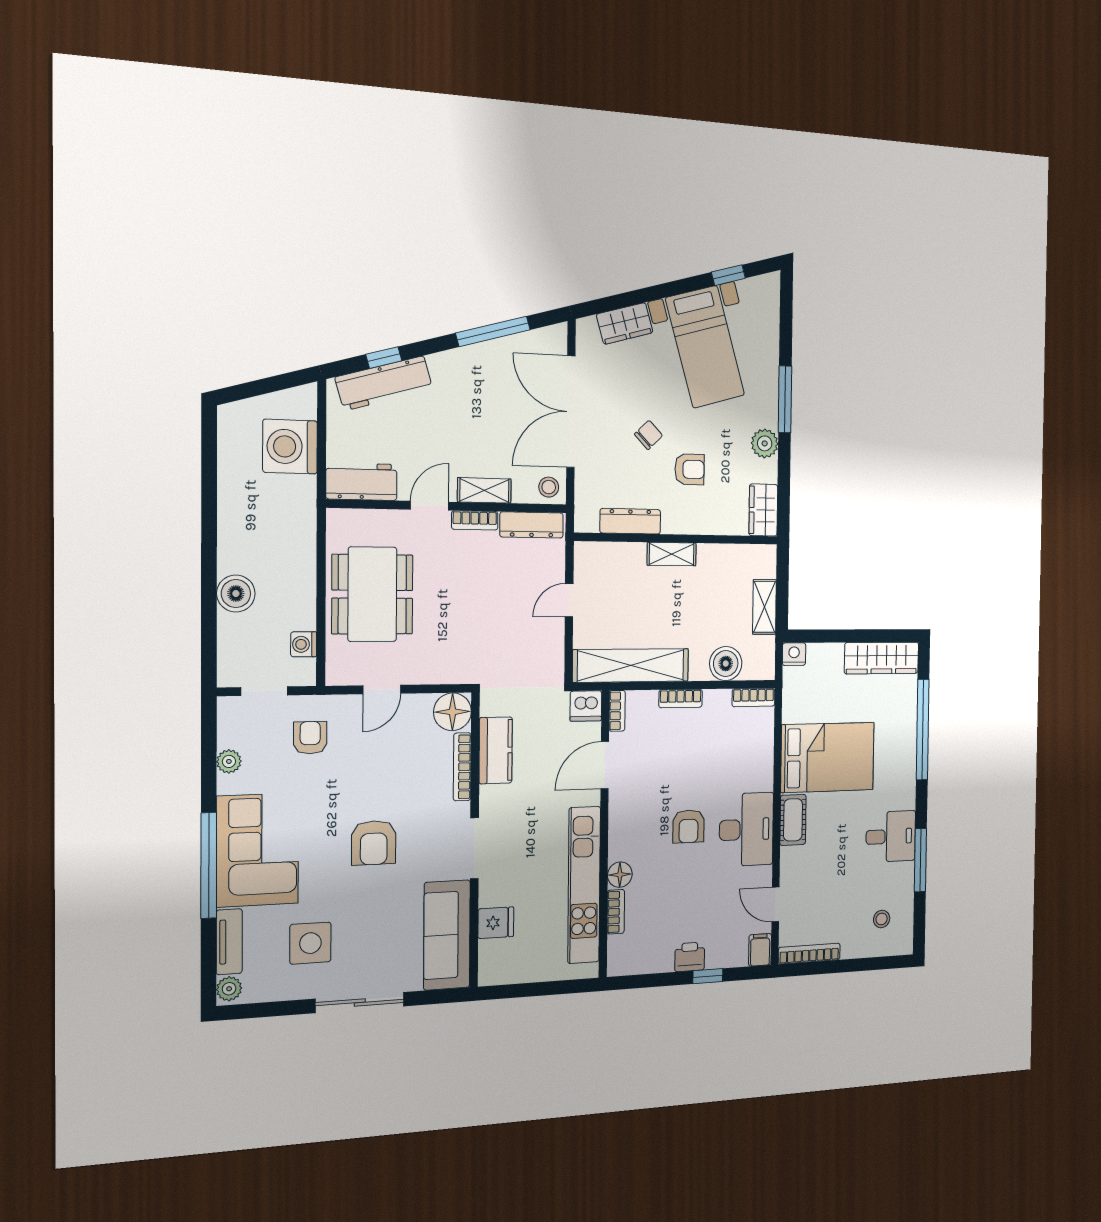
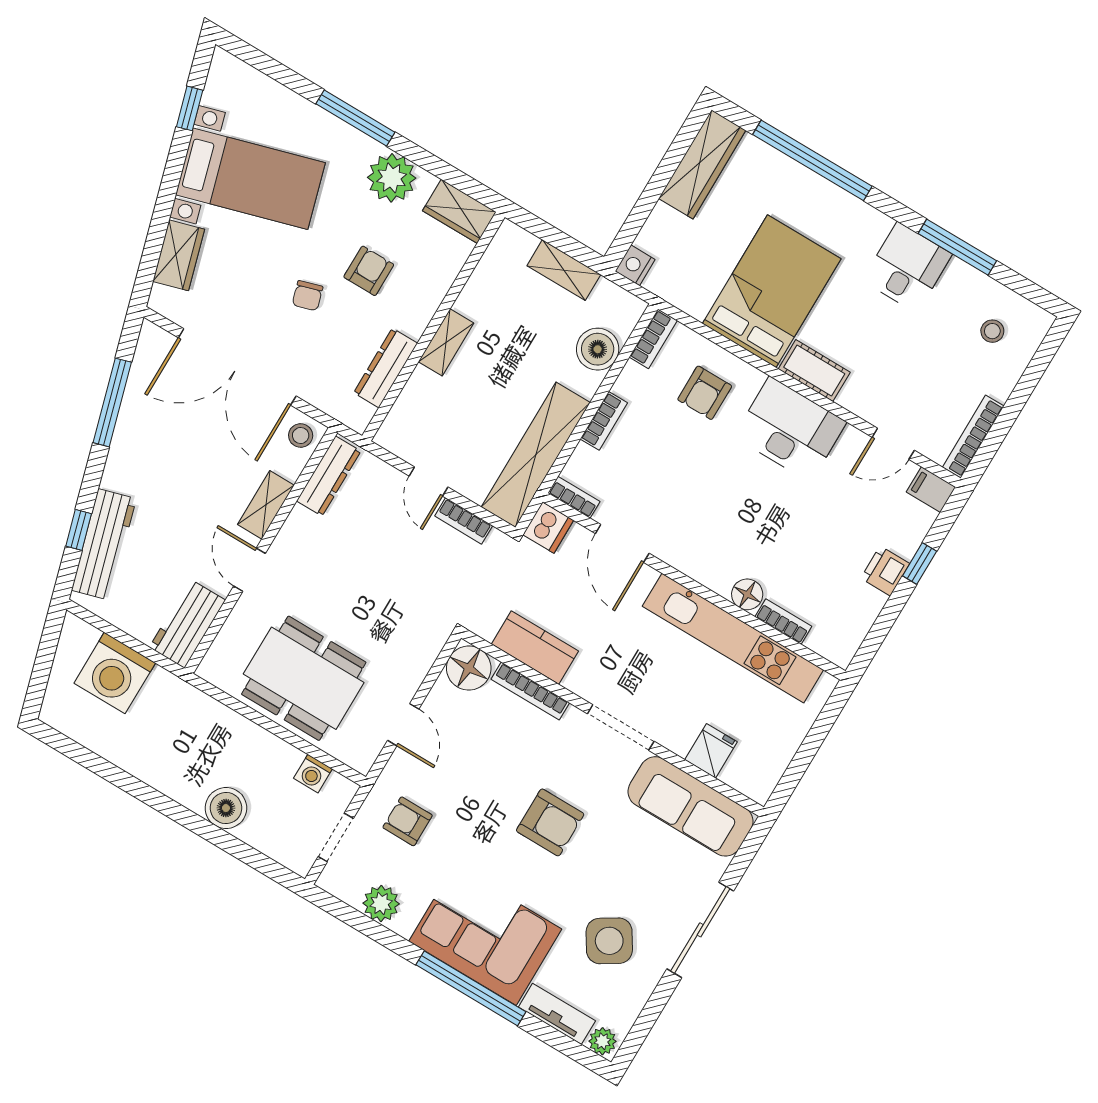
chair: (649, 435) -> (308, 296), turned -153
plant: (765, 443) -> (392, 178), width x1.36, depth x1.36
bookcase: (475, 520) -> (464, 521), moved, turned 90
plant: (229, 761) -> (381, 903), width x1.38, depth x1.38
armchair: (689, 826) -> (705, 393), moved, turned 90
side table: (310, 943) -> (609, 941), turned -32

